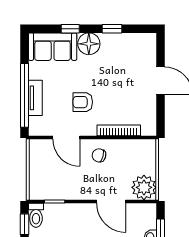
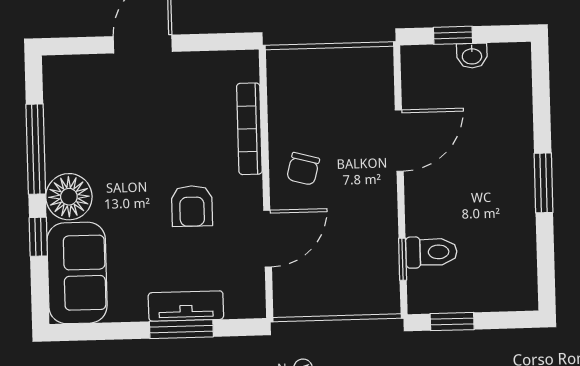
window: (112, 29) -> (36, 149), width x2.17
window: (24, 95) -> (181, 329), width x0.47
plant: (144, 187) -> (368, 72), removed
toilet: (36, 215) -> (431, 252), moved

